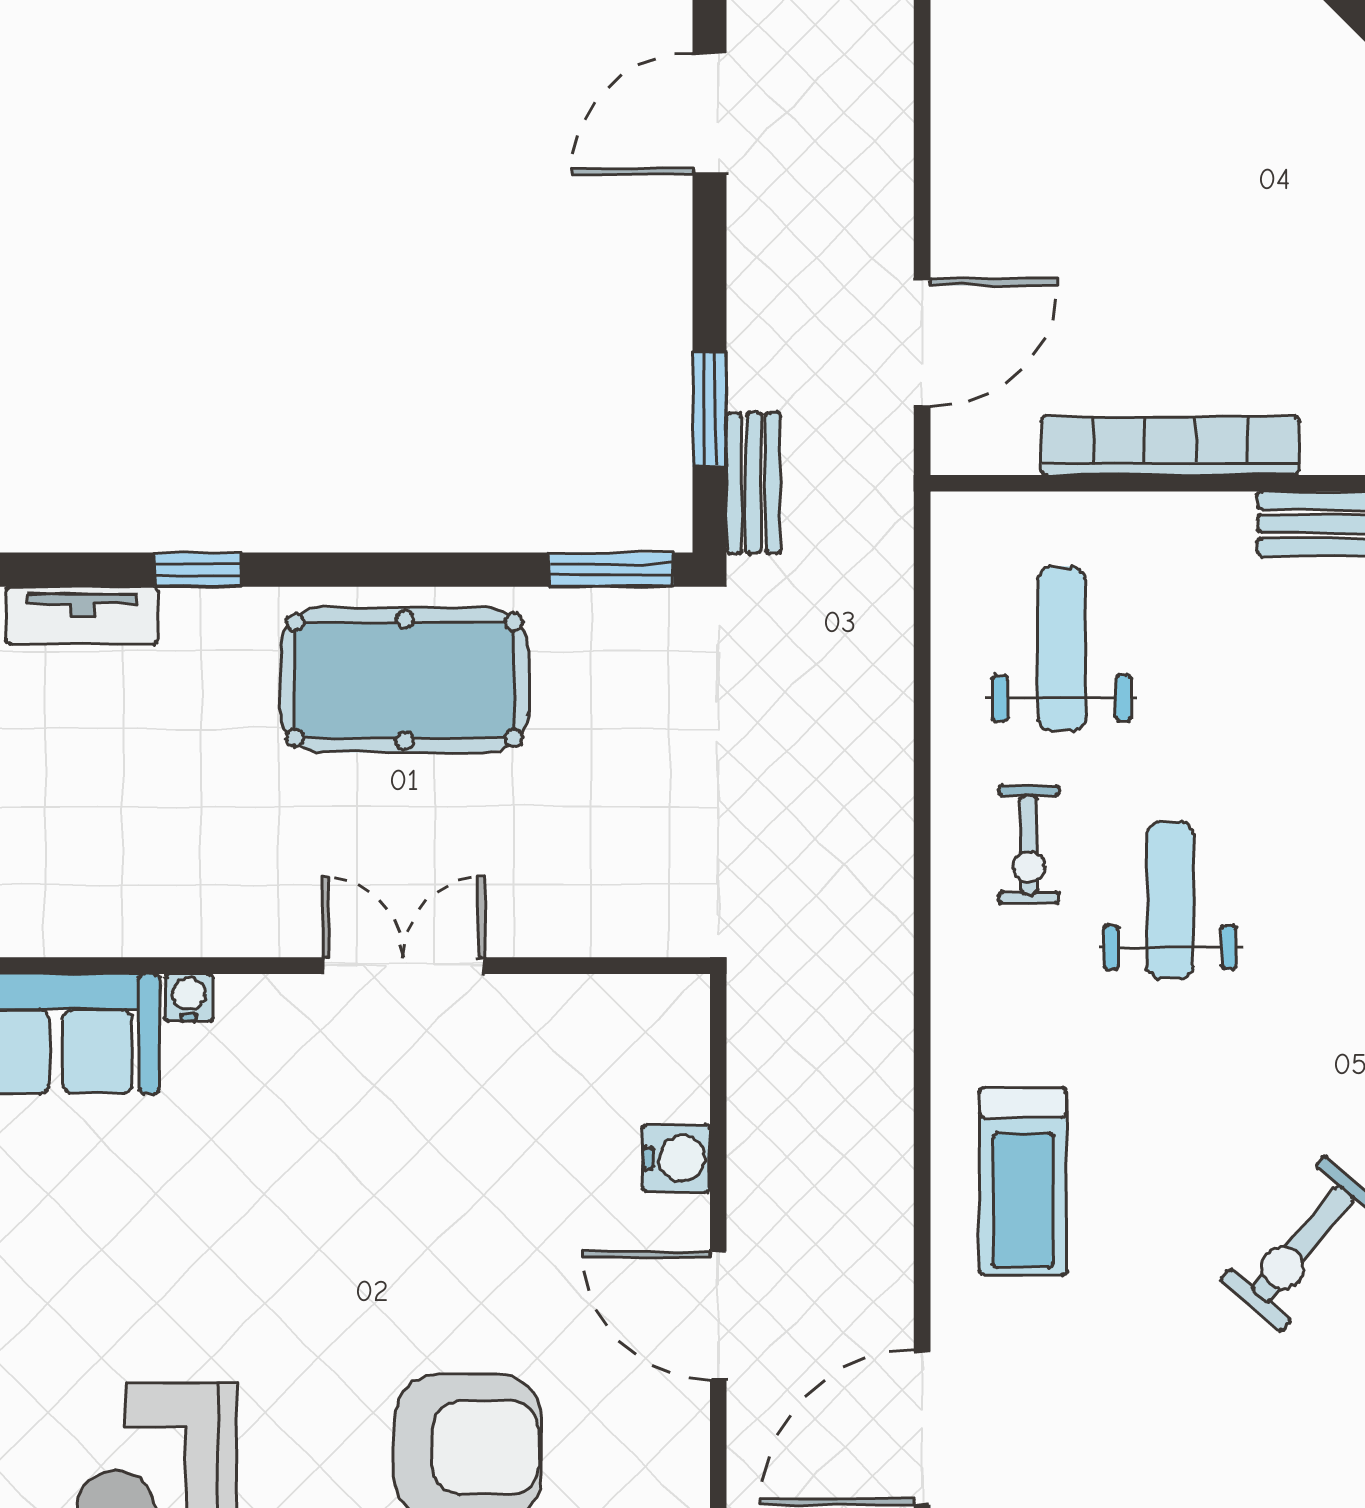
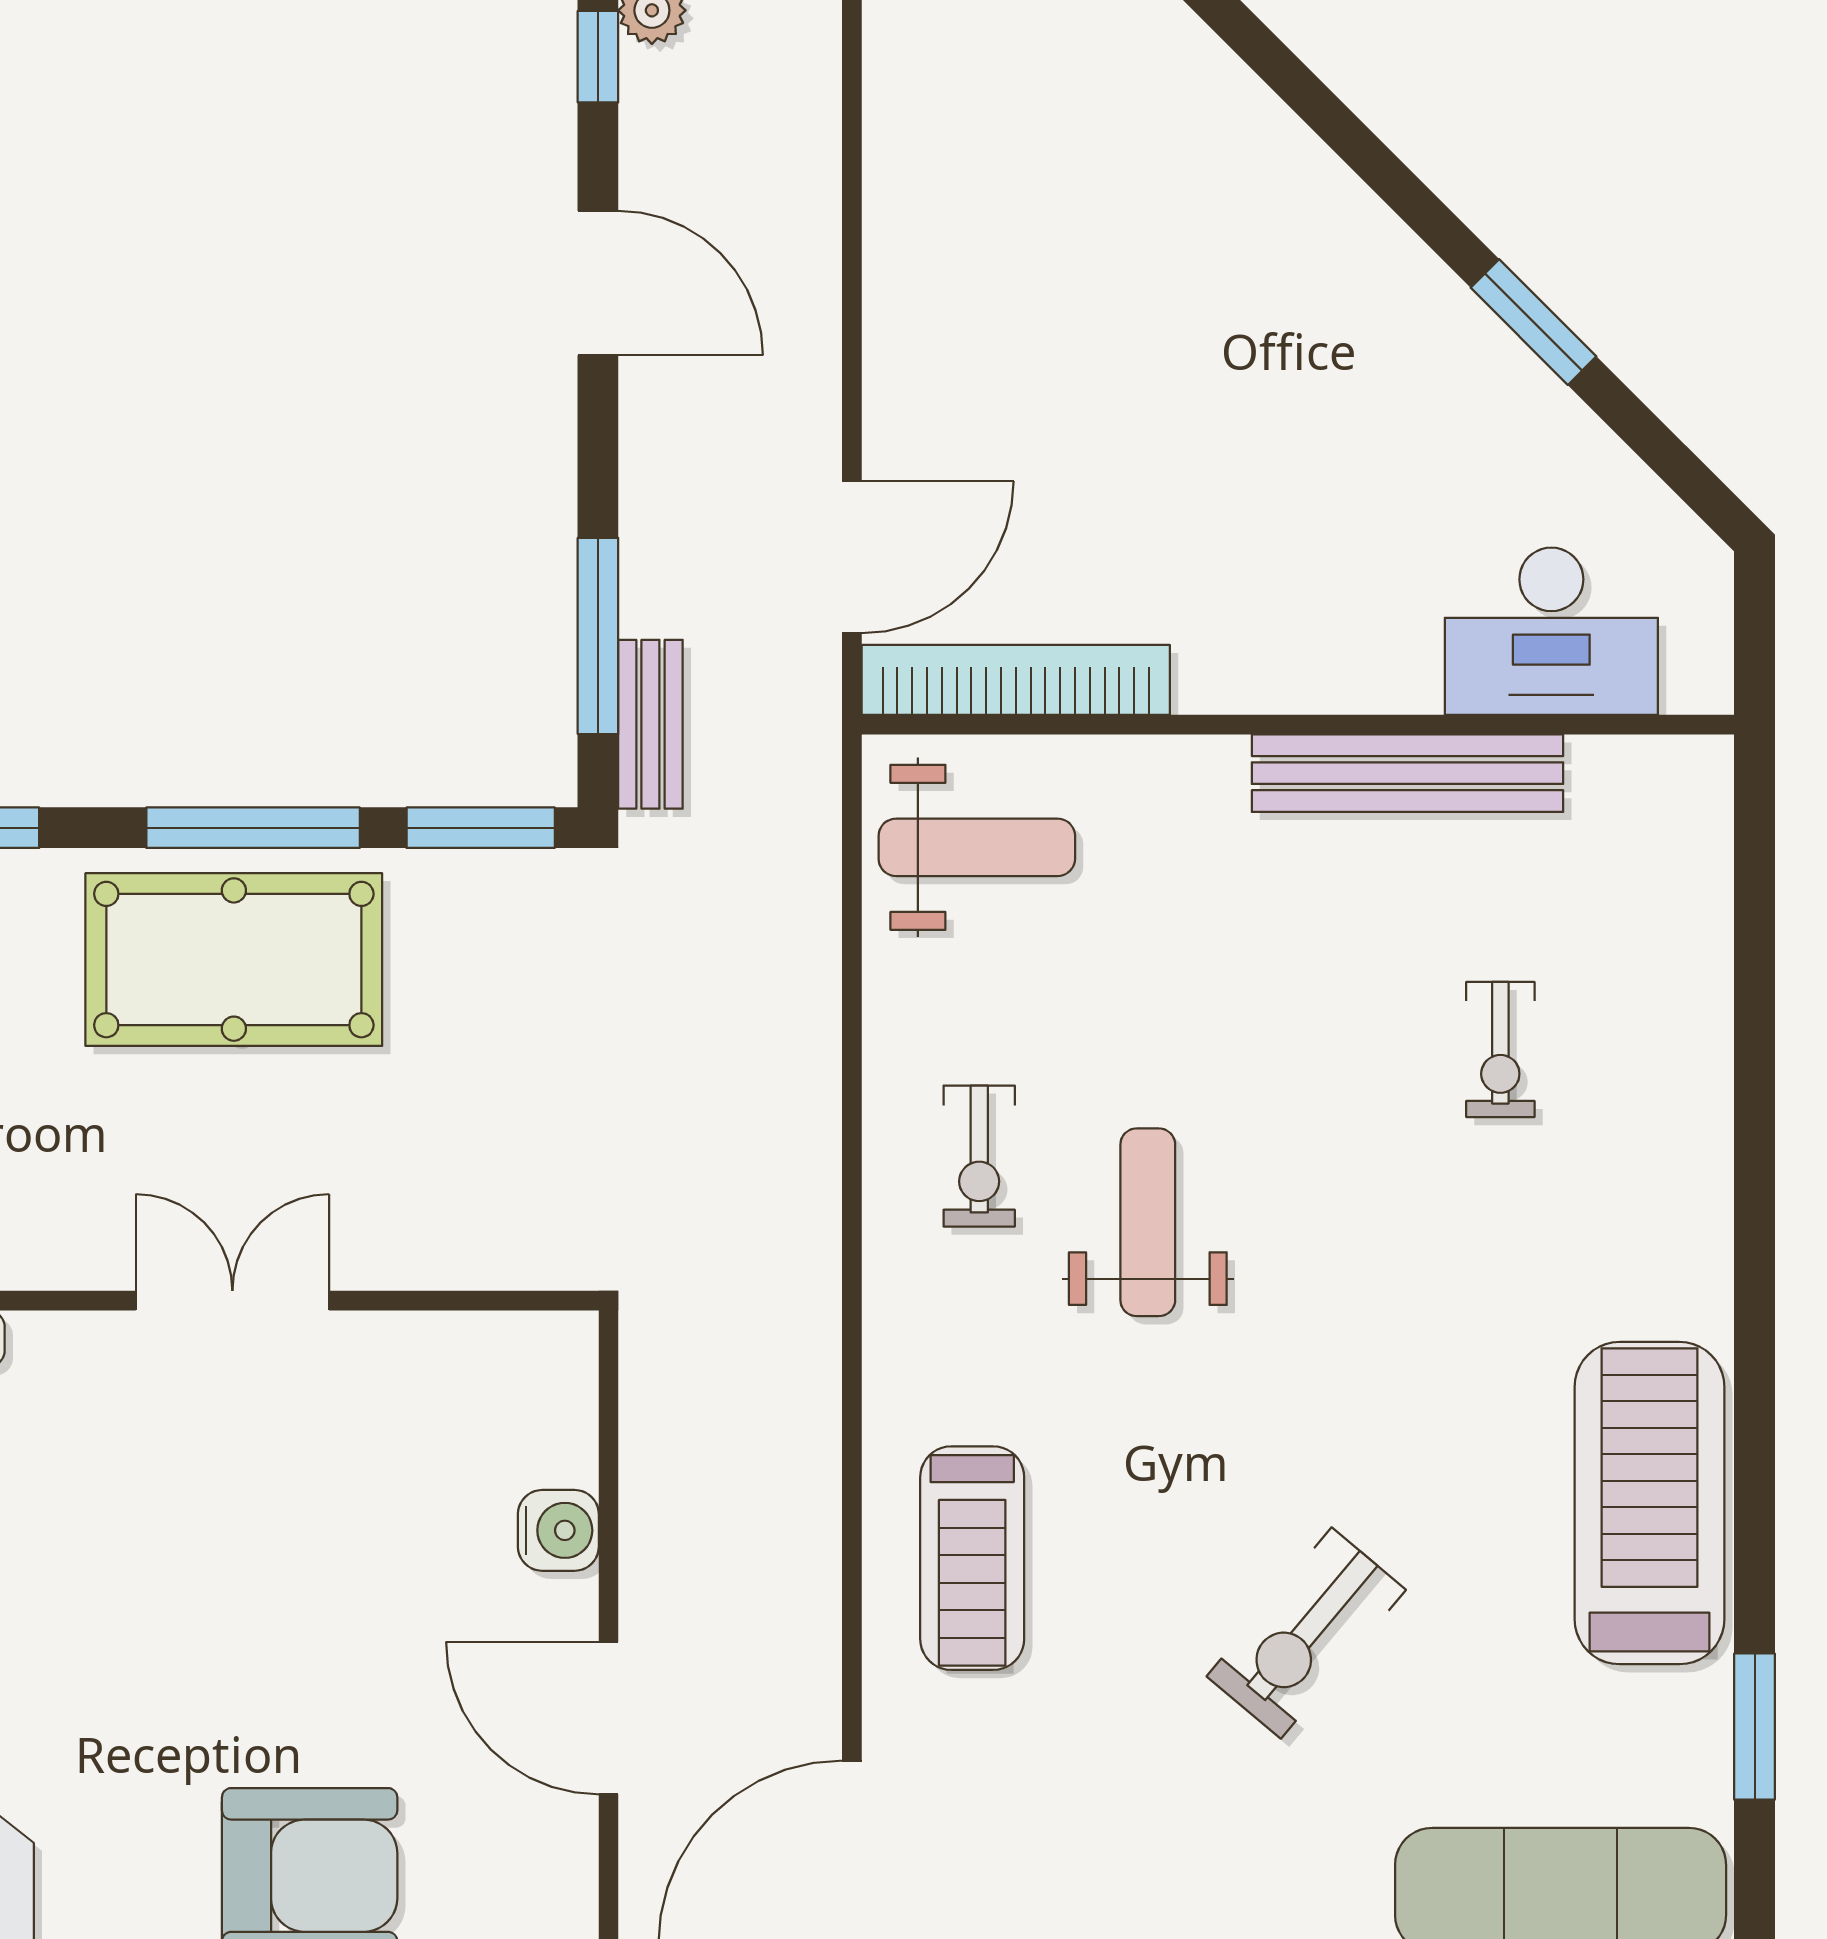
door: (709, 113) -> (598, 283), swing flipped
window: (709, 409) -> (598, 636), width x1.44
bookcase: (1170, 446) -> (1016, 680), moved
window: (421, 570) -> (253, 828), added
weight bench: (1062, 649) -> (977, 847), moved, turned 90

